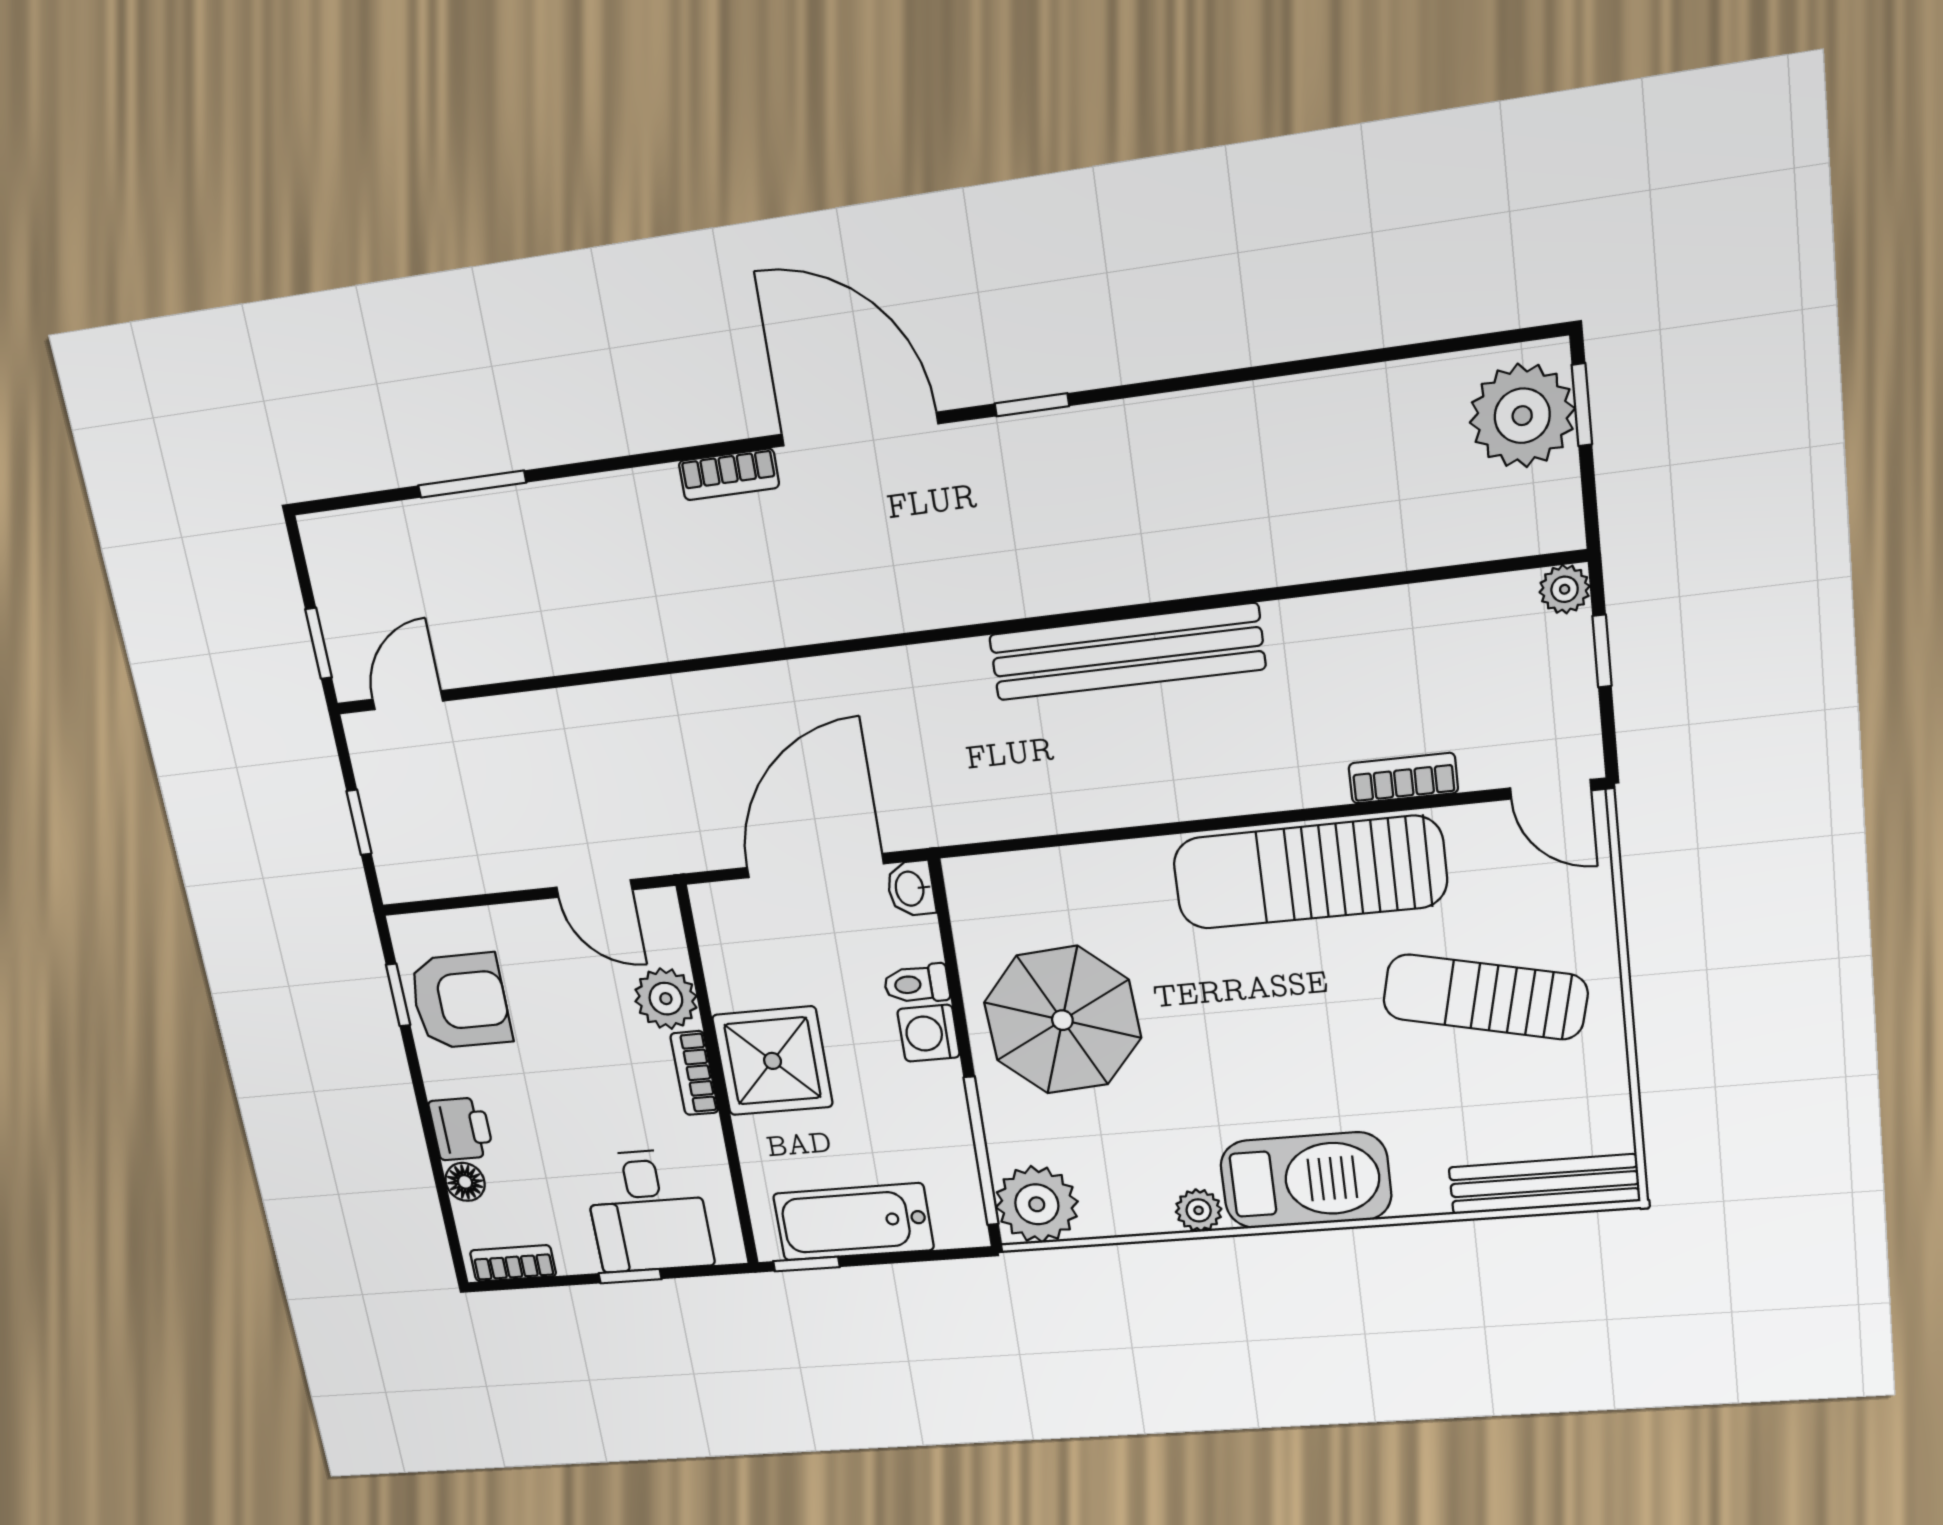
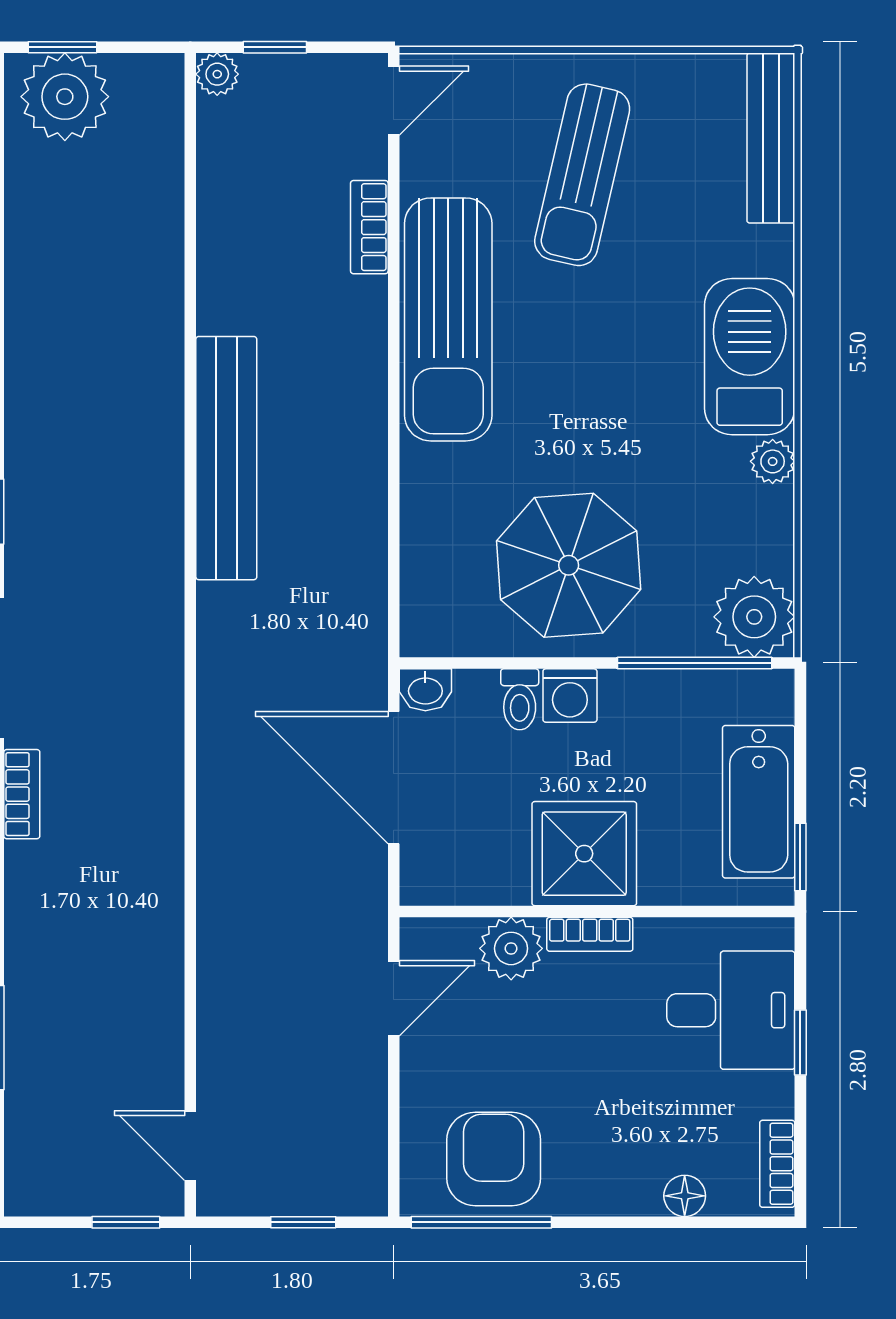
window: (398, 995) -> (481, 1222), width x2.17
printer: (461, 1129) -> (627, 1187), removed

